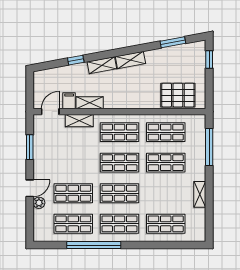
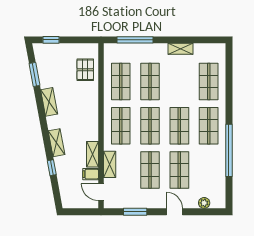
shelving: (130, 60) -> (49, 102), moved
pallet: (178, 95) -> (85, 70), width x0.67, depth x0.71
plant: (39, 203) -> (204, 203), moved
shop shelf: (73, 224) -> (150, 170), moved

